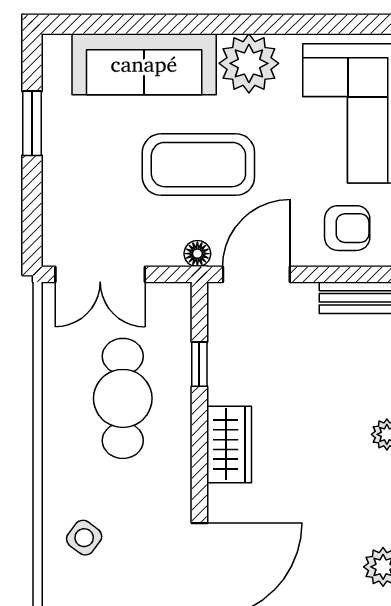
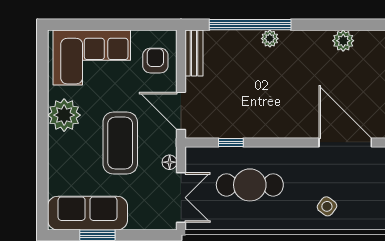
sofa: (144, 64) -> (87, 213), moved, turned -90
floor lamp: (197, 254) -> (170, 162), moved
wardrobe: (229, 444) -> (275, 126), removed

